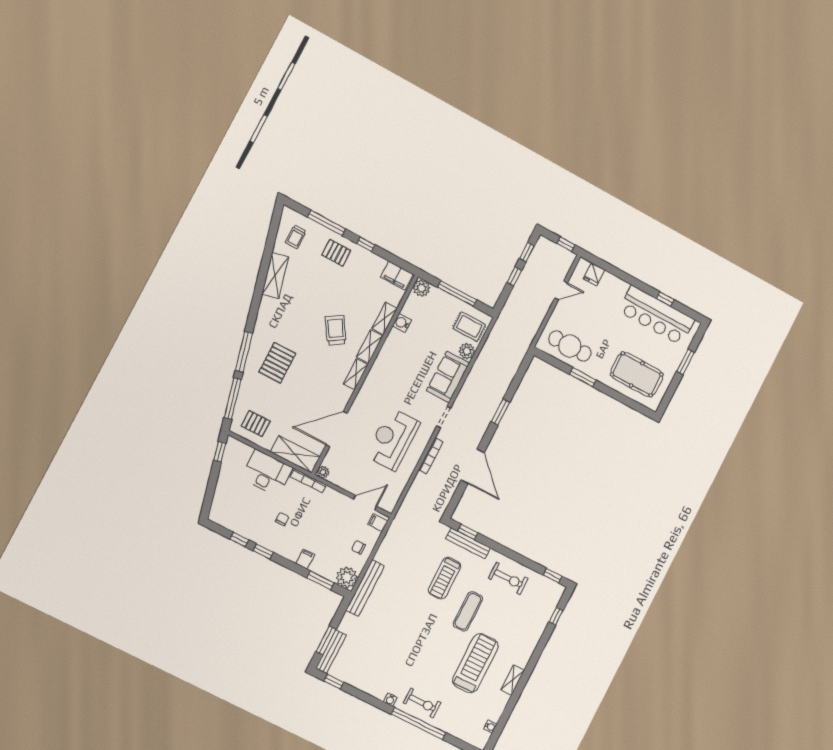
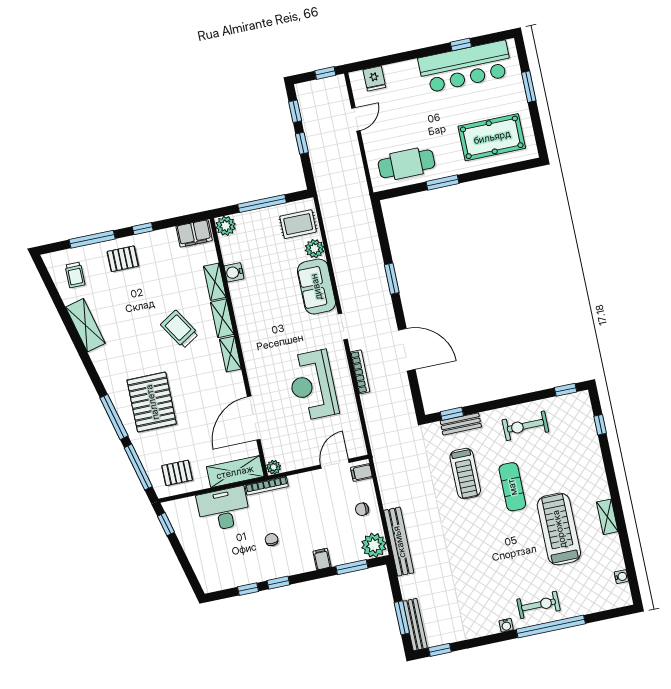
pallet: (277, 363) -> (152, 402), width x1.37, depth x1.41
bench: (468, 543) -> (461, 424), width x0.73
exercise bike: (508, 578) -> (525, 426), turned 180

